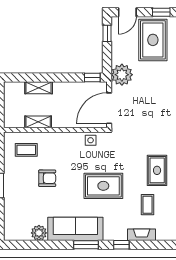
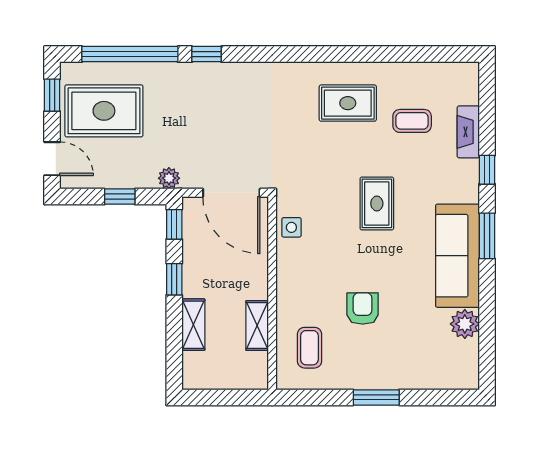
window: (107, 33) -> (120, 197), moved
plant: (122, 75) -> (169, 178), width x0.53, depth x0.53
window: (63, 77) -> (174, 279), added
rug: (103, 186) -> (377, 203), width x0.73, depth x0.70

